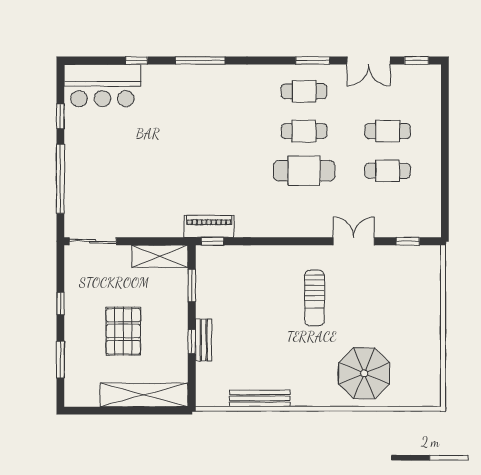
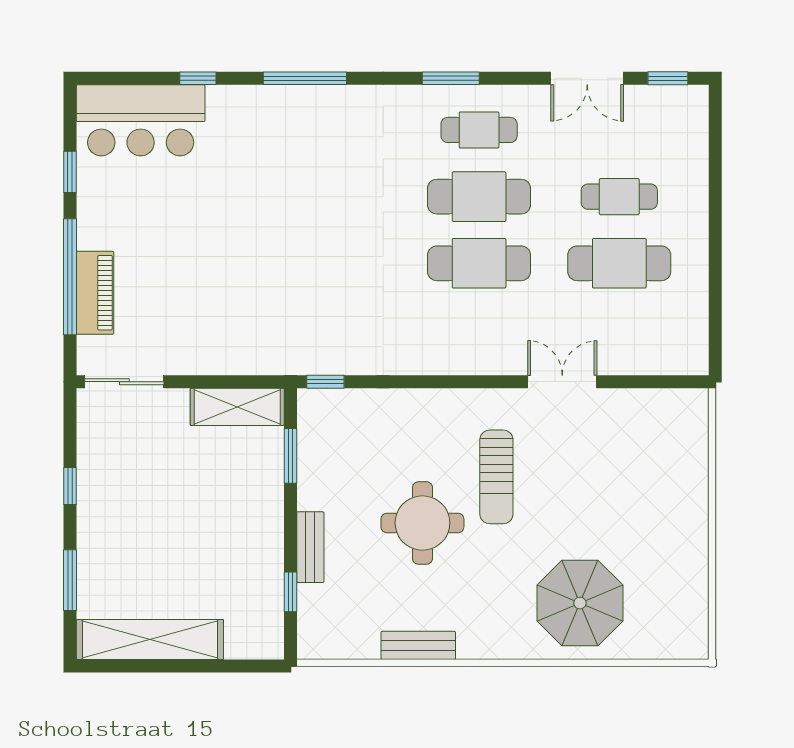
window: (313, 60) -> (451, 78), moved
cafe table: (304, 131) -> (479, 197), width x1.37, depth x1.35
cafe table: (388, 171) -> (619, 263), width x1.37, depth x1.35
piano: (209, 226) -> (95, 293), moved, turned 90
window: (408, 241) -> (653, 382), removed
round table: (270, 325) -> (422, 523), added
pallet: (123, 331) -> (176, 533), removed
window: (192, 342) -> (290, 592), moved
shelving: (144, 395) -> (150, 640), moved
bench: (260, 398) -> (418, 645), width x0.73

